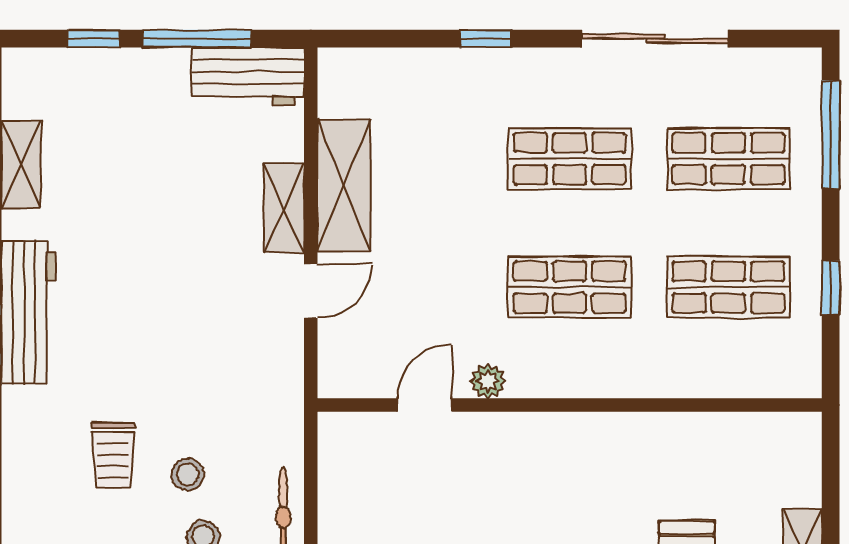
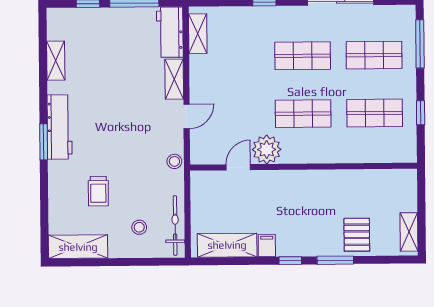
workbench: (248, 76) -> (170, 32), moved, turned 90
shelving: (344, 185) -> (198, 34), moved, width x0.67, depth x0.75
plant: (488, 381) -> (267, 149), width x1.88, depth x1.88
stool: (188, 474) -> (174, 161), moved

